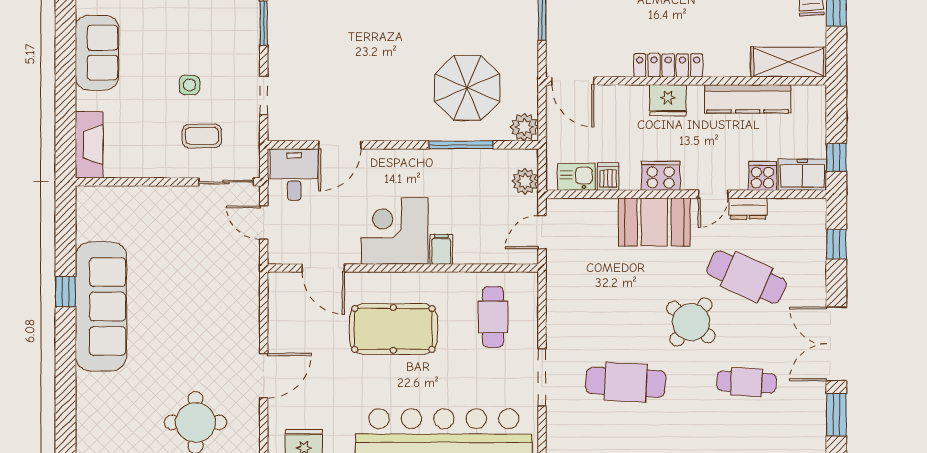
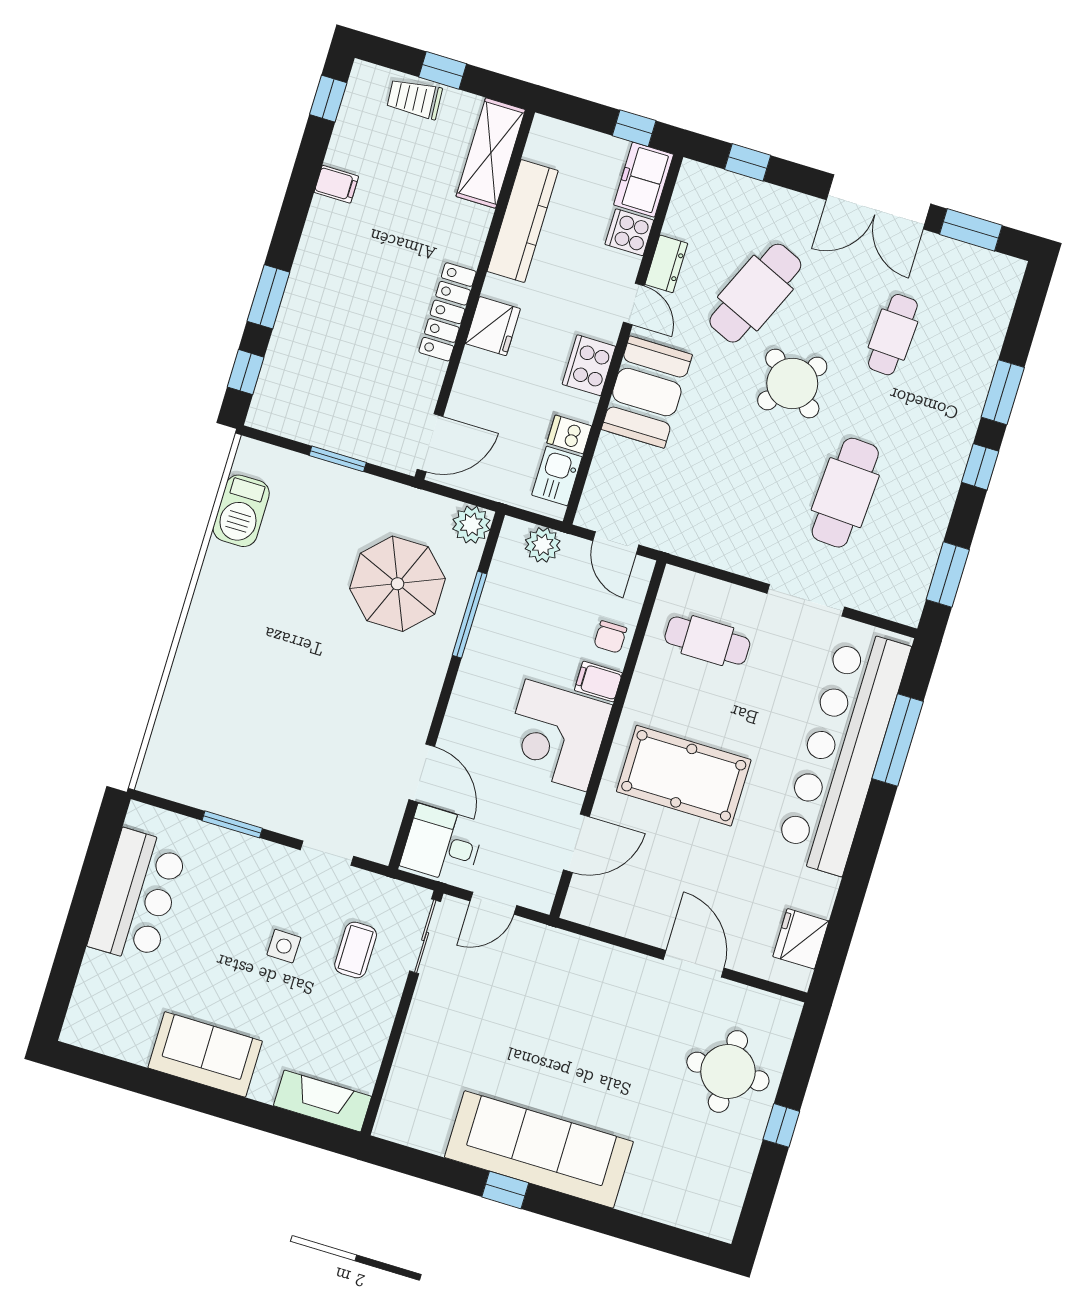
chair: (475, 248) -> (610, 637), added
pool table: (393, 329) -> (684, 776), turned 90

